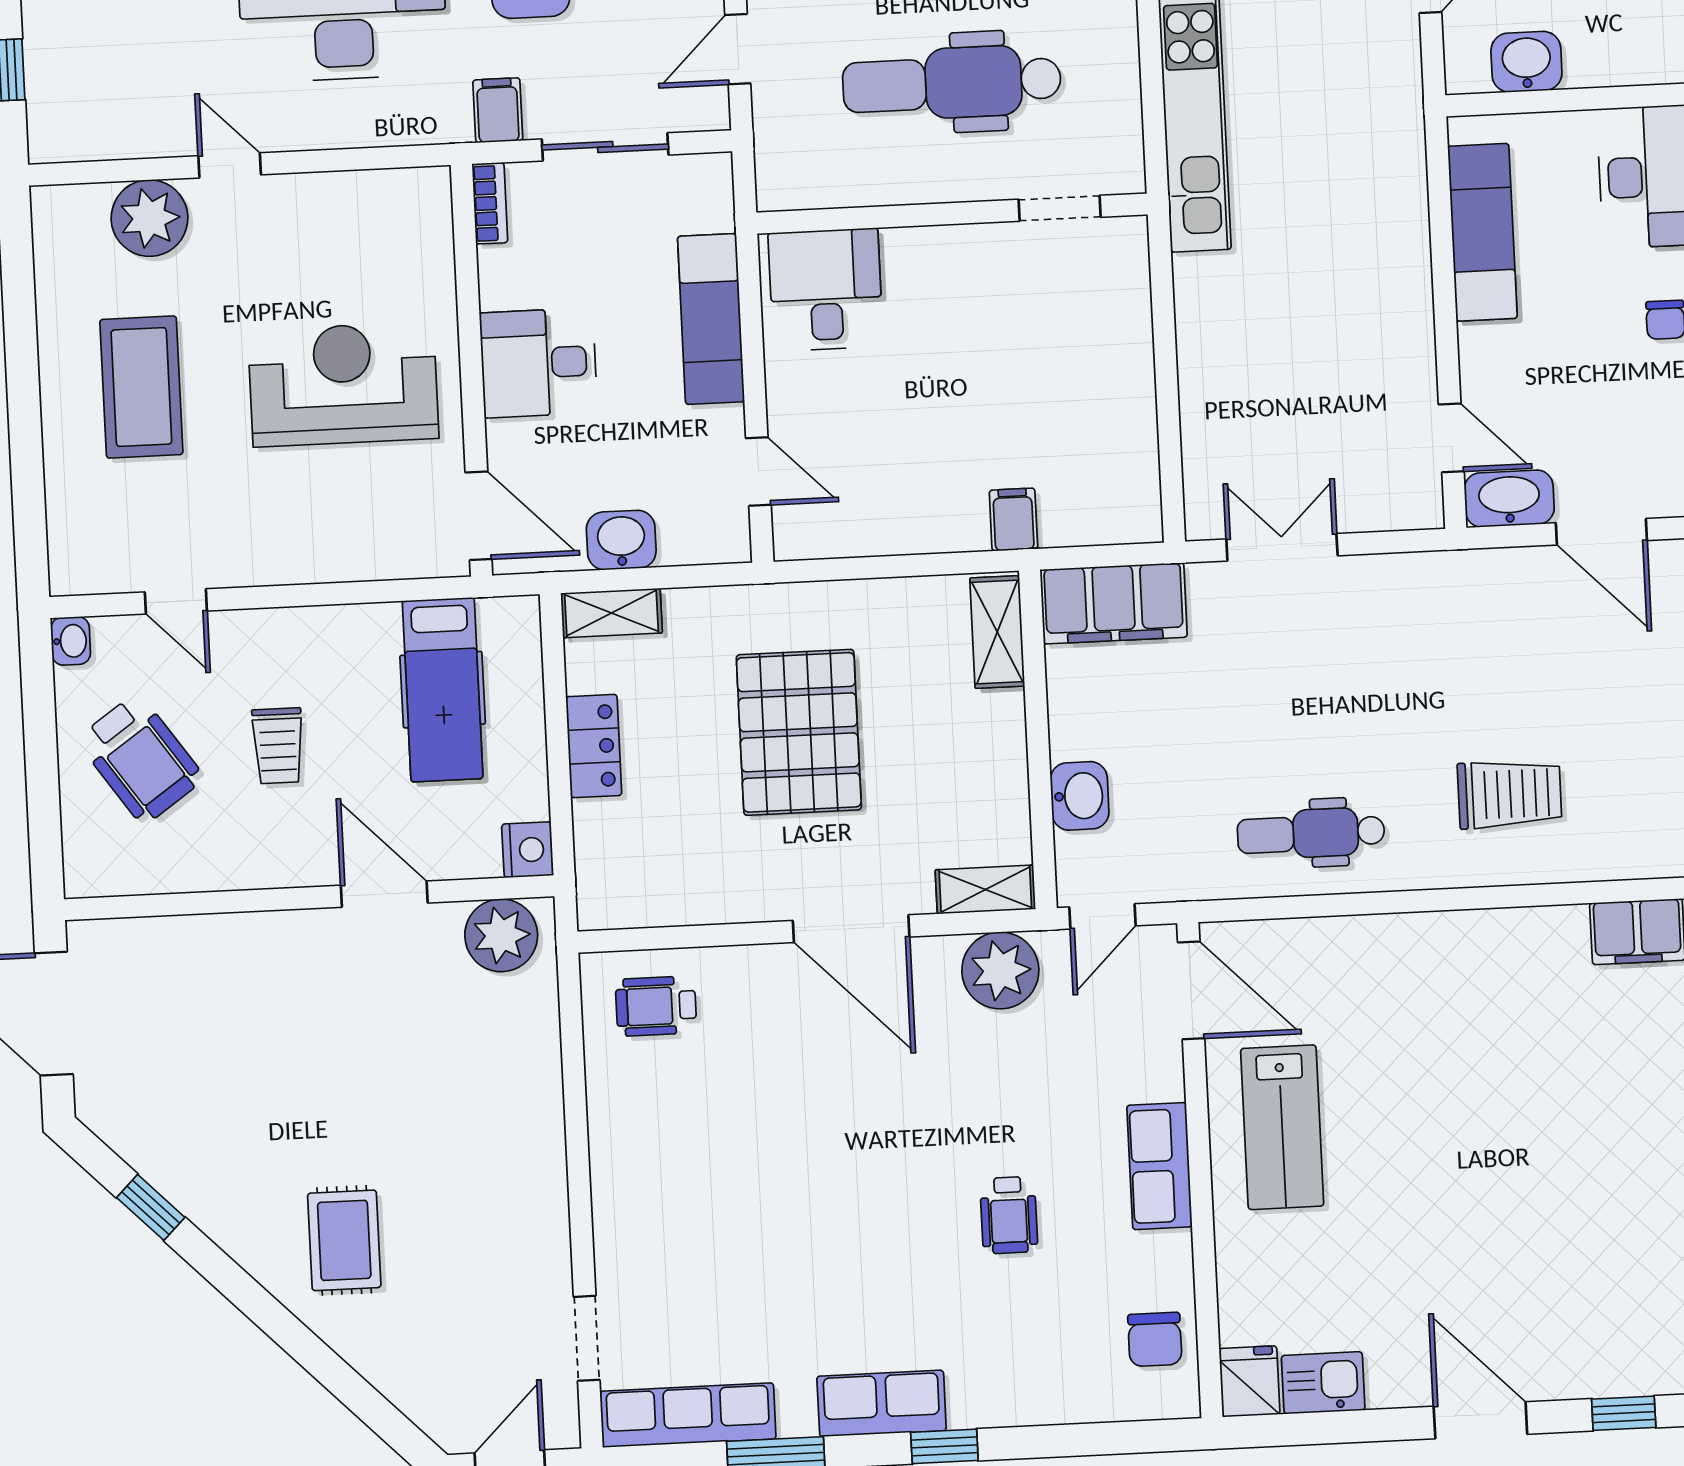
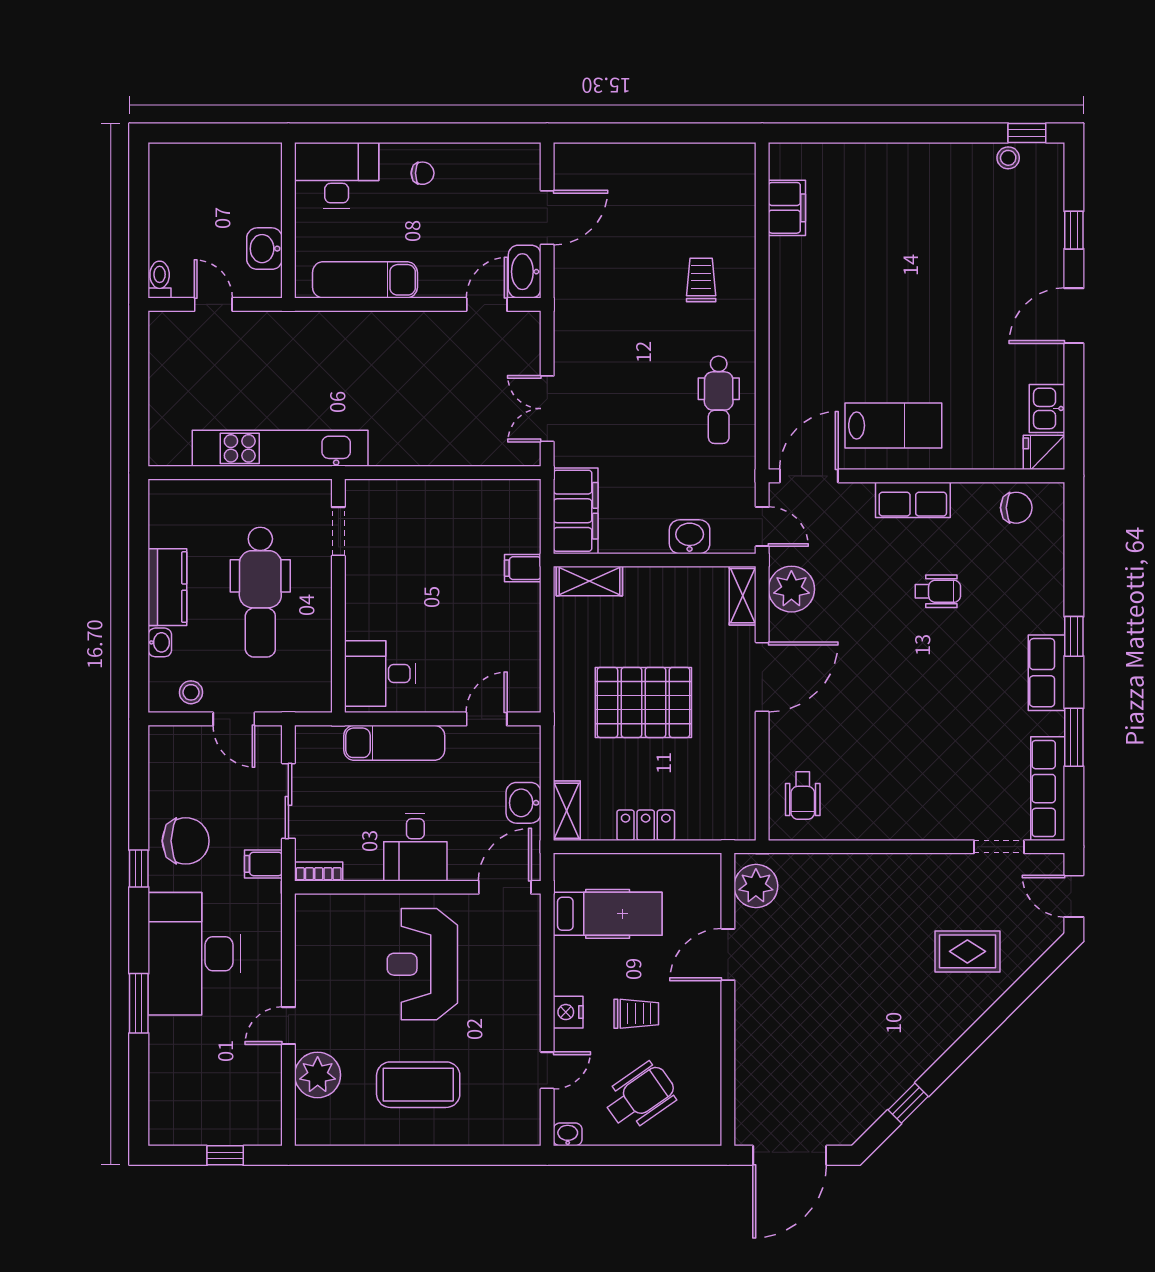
trolley: (1510, 794) -> (701, 280), width x0.73, depth x0.72
nightstand: (528, 850) -> (568, 1012), moved, turned -90
rug: (344, 1240) -> (967, 951), moved

